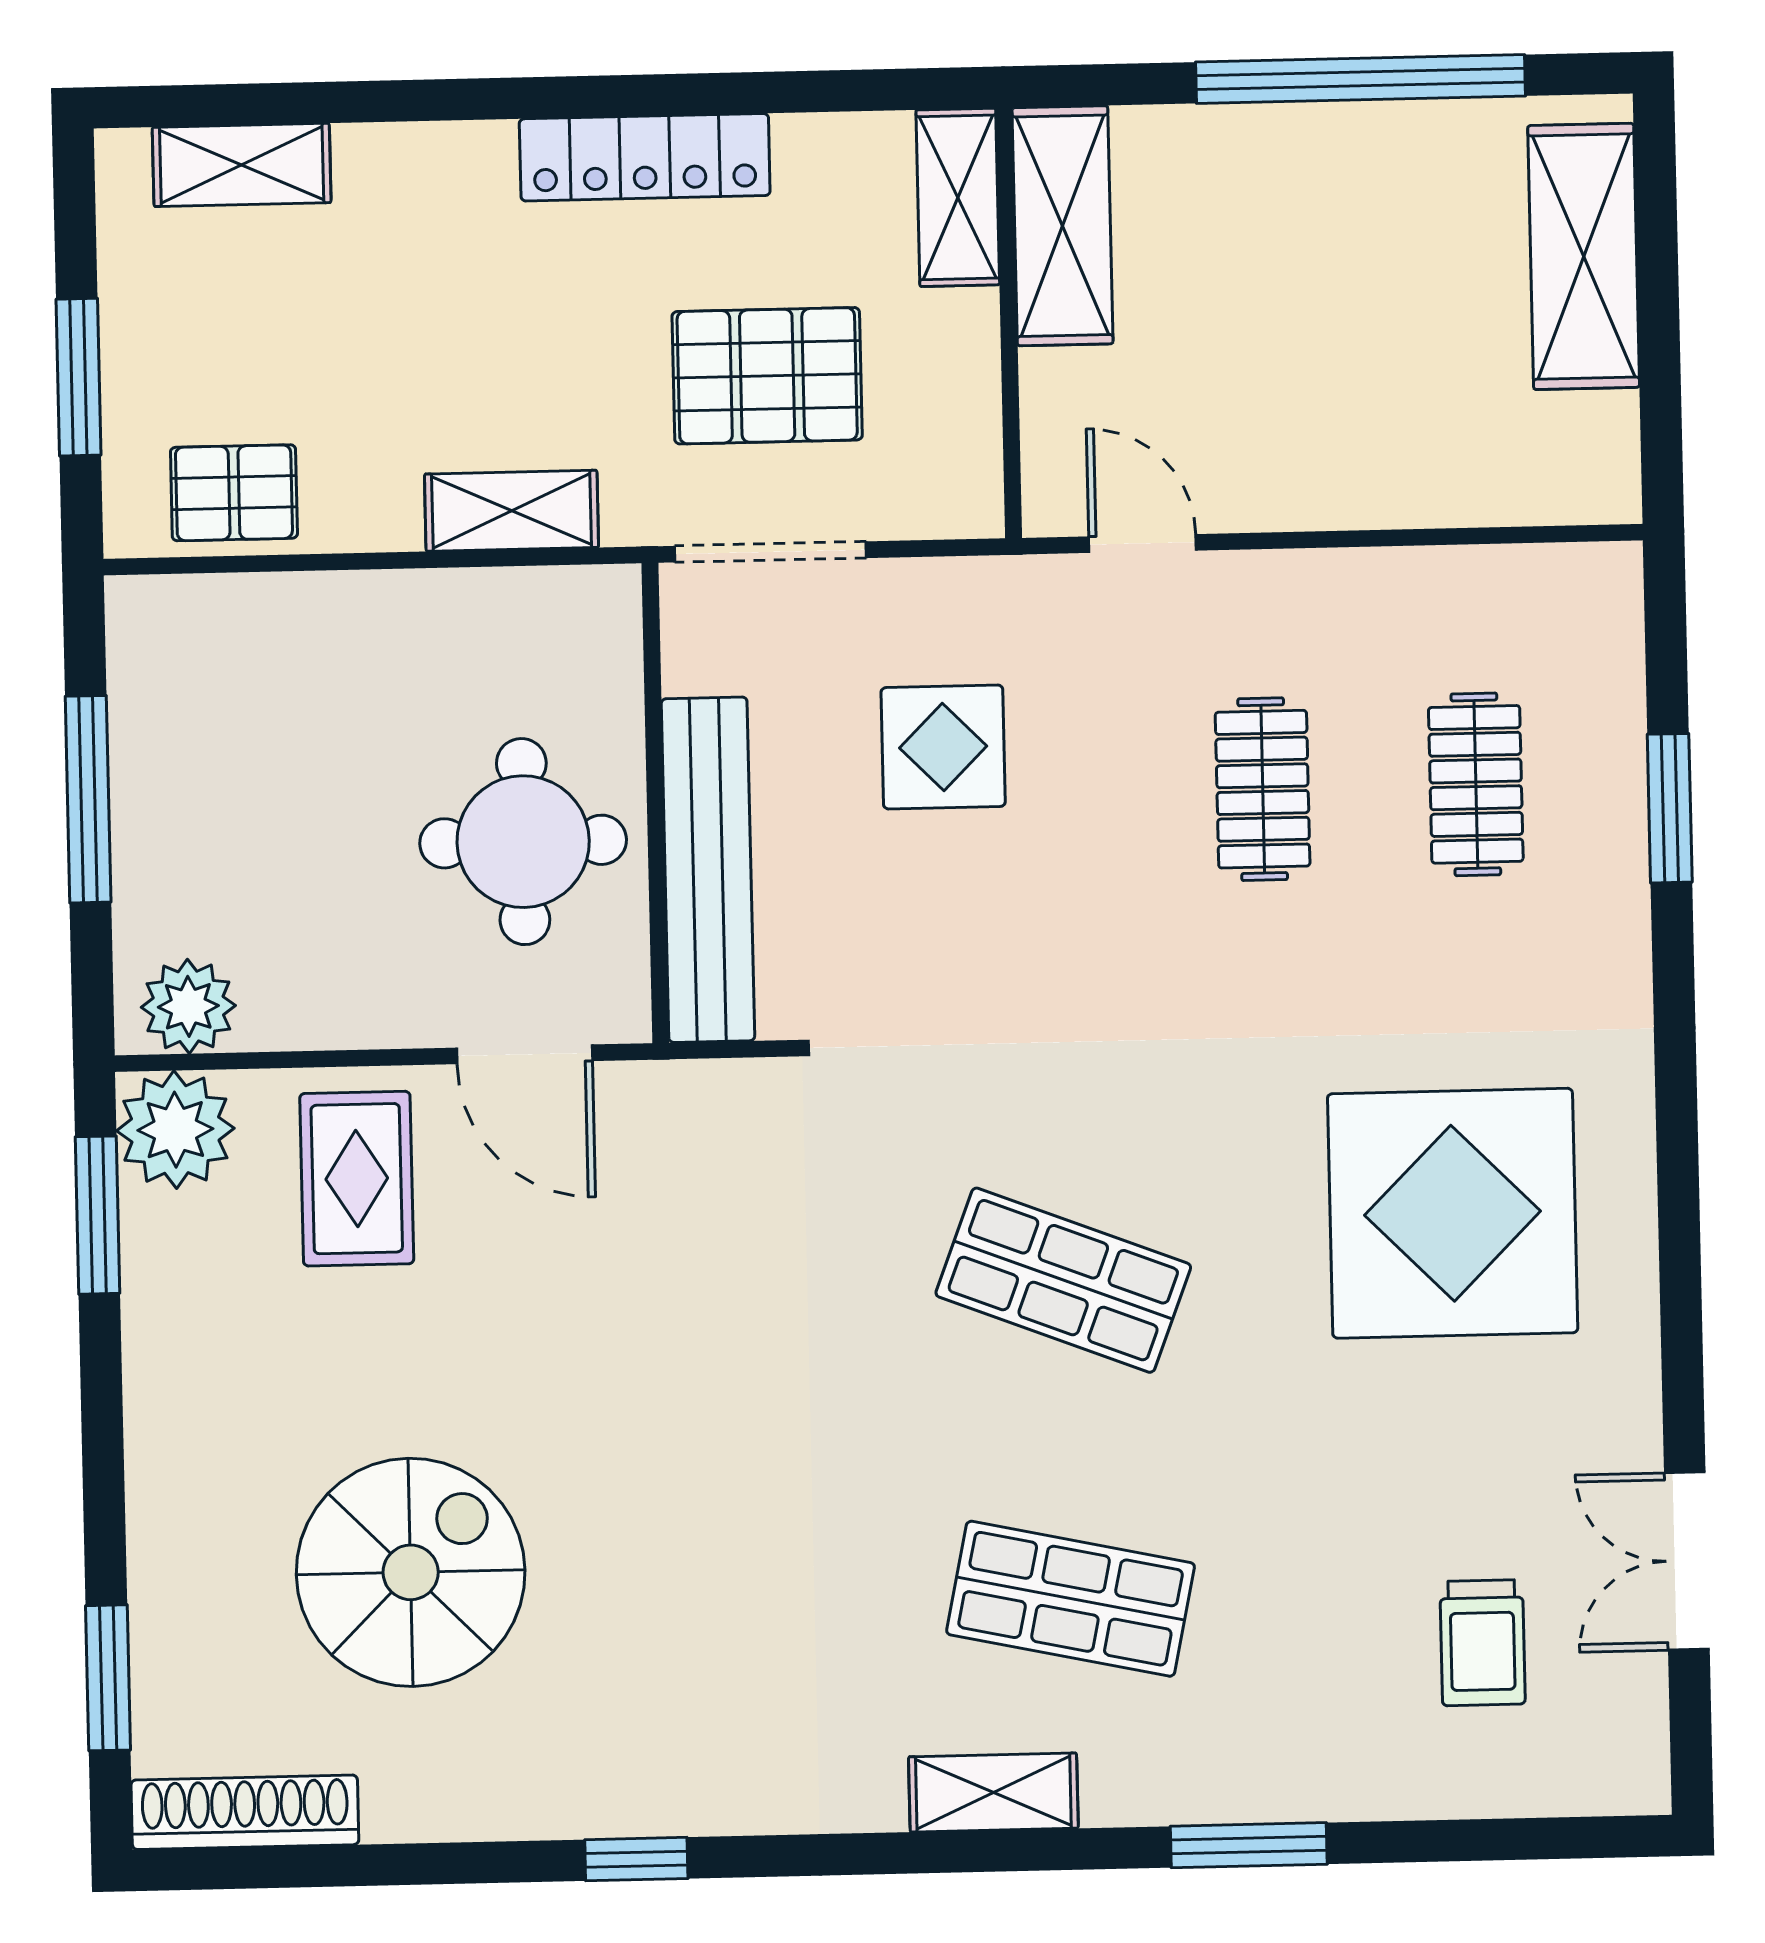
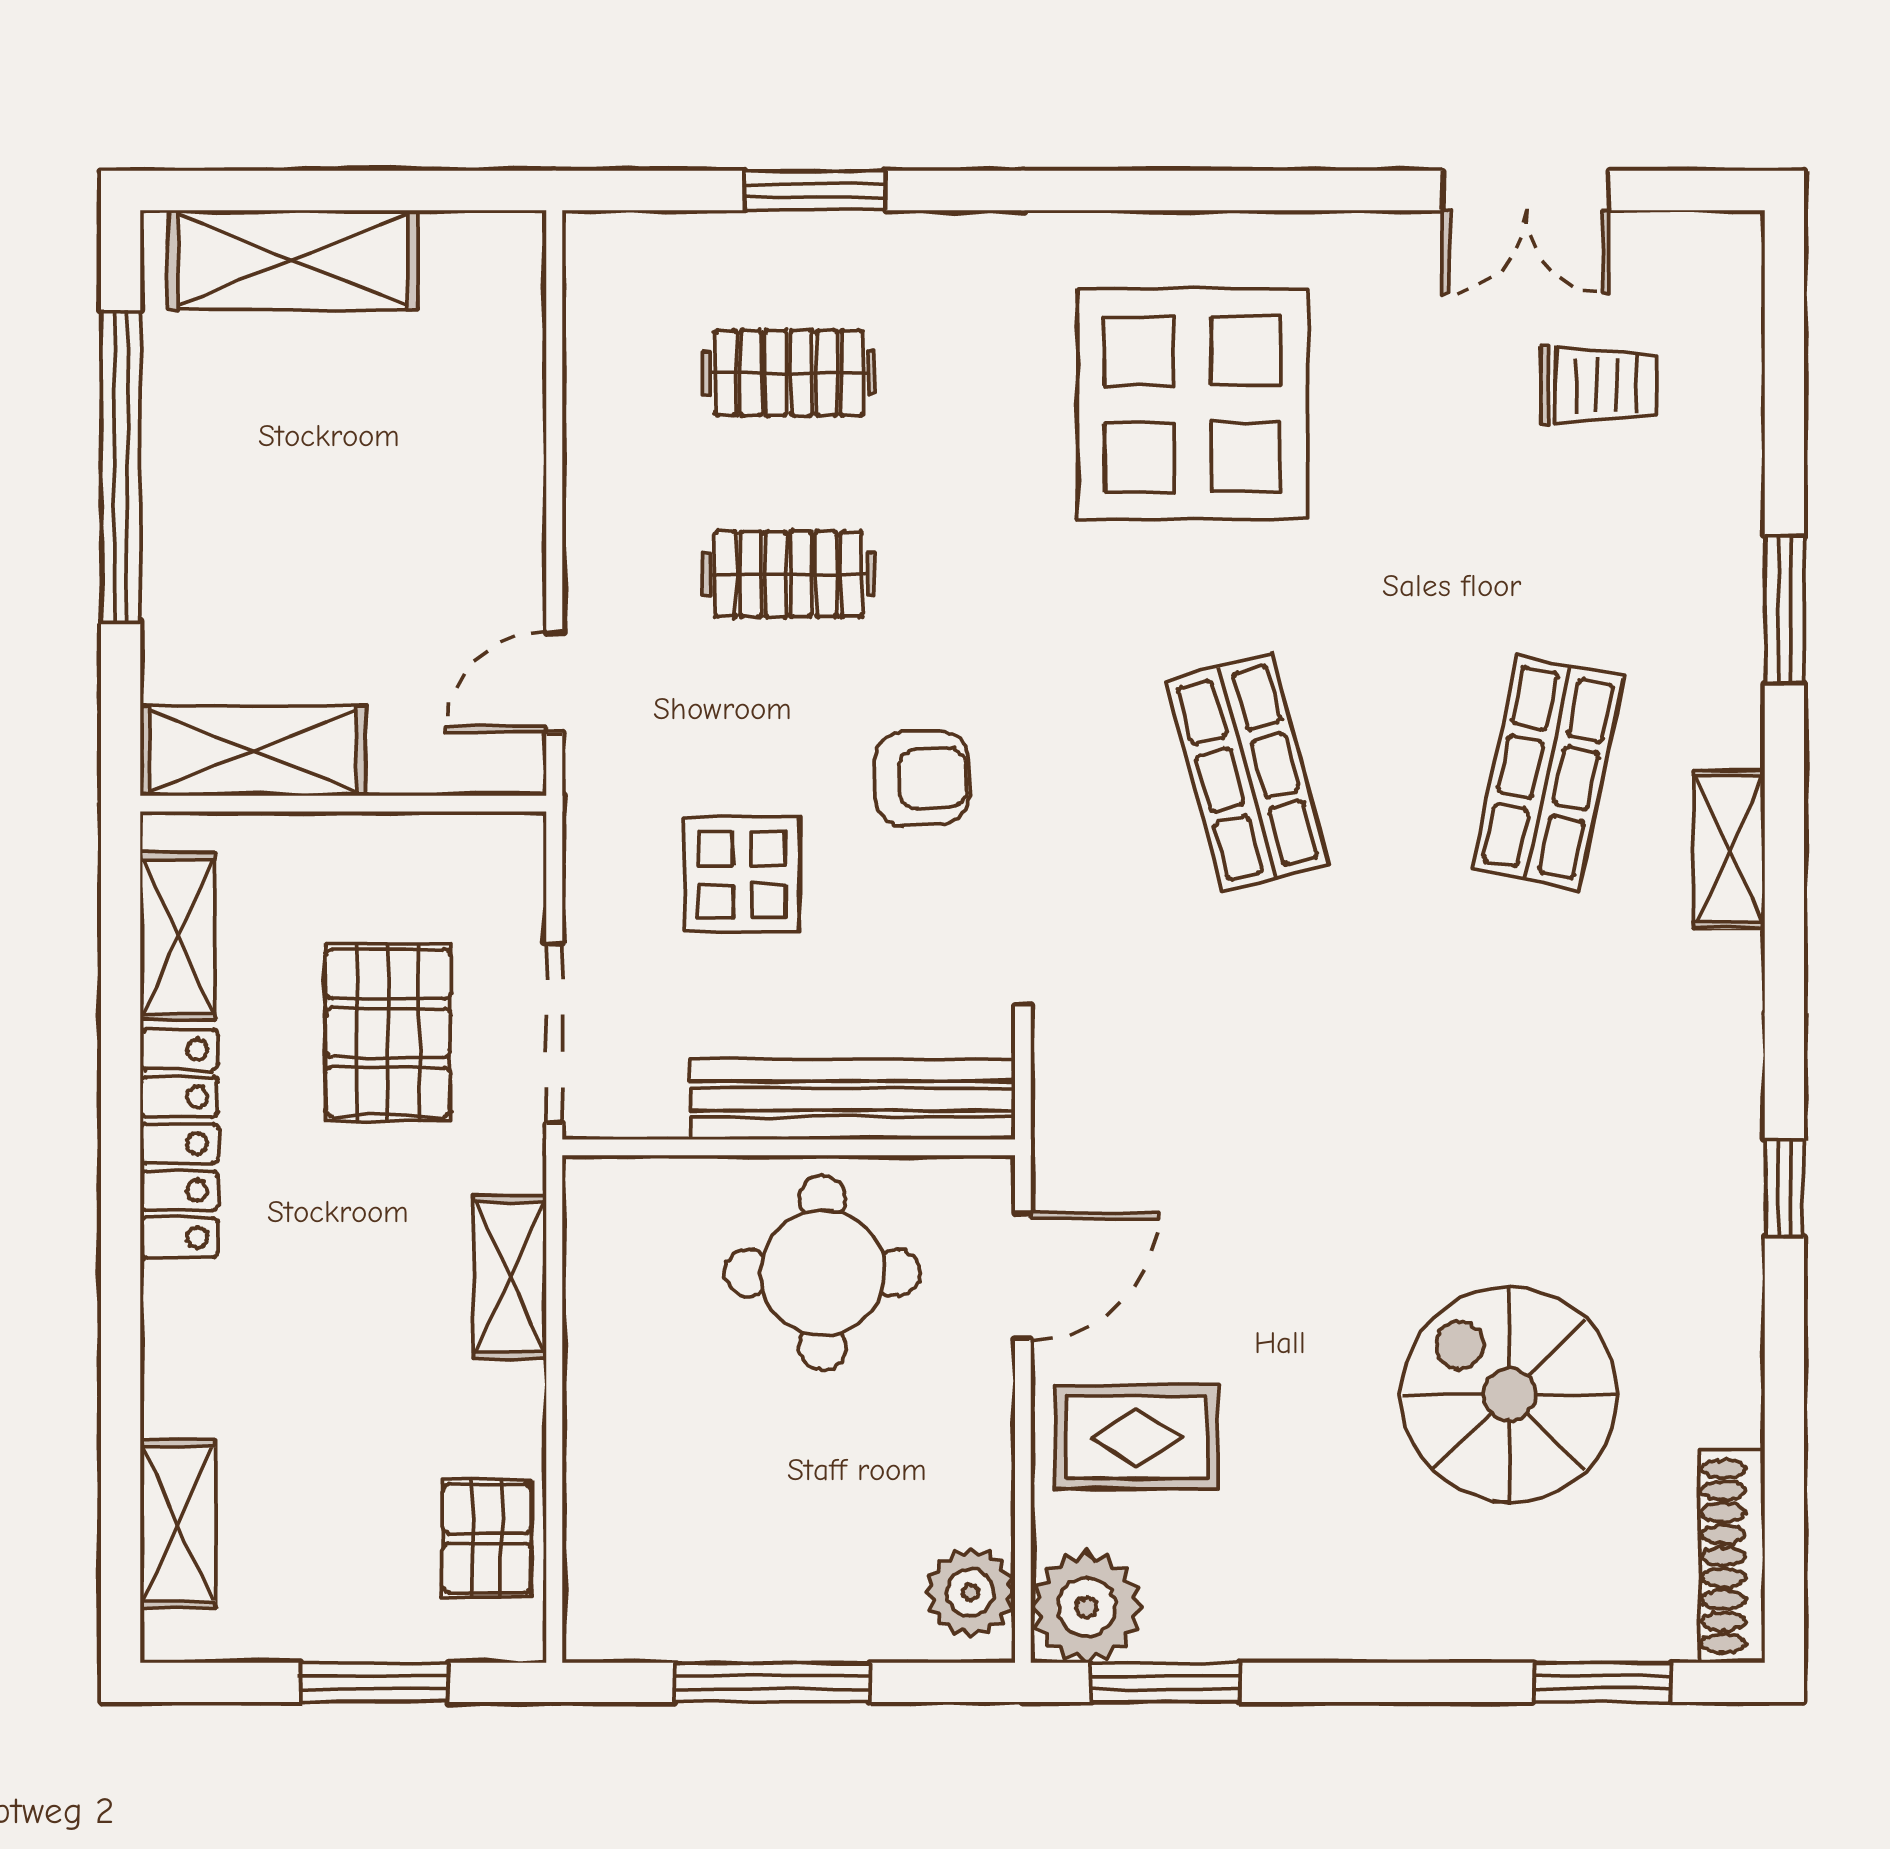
shelving: (958, 197) -> (178, 936), moved, turned 90
armchair: (1049, 935) -> (922, 778), added
shop shelf: (1063, 1280) -> (1247, 773), turned -36

